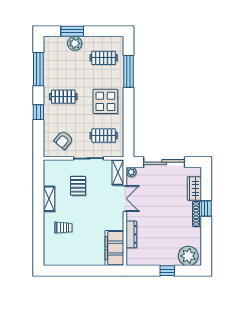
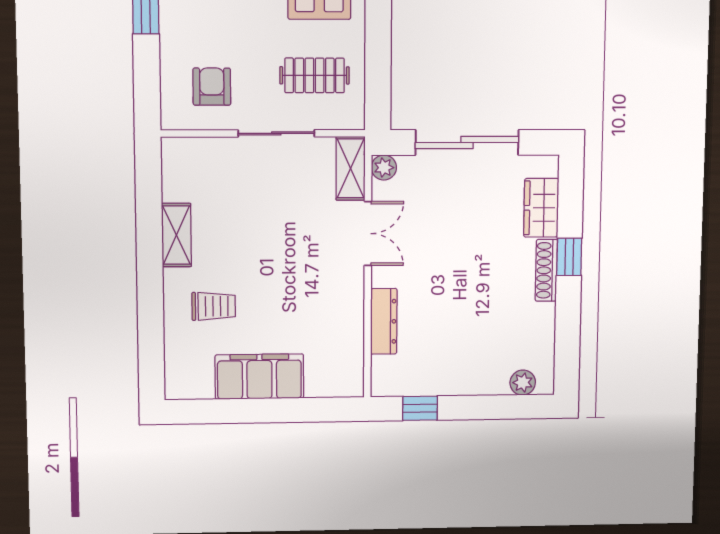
armchair: (64, 140) -> (212, 87), turned 140
pallet: (78, 186) -> (250, 202), removed
filing cabinet: (114, 248) -> (259, 377), moved, turned 90
plant: (188, 256) -> (523, 383), width x0.53, depth x0.53
window: (167, 271) -> (420, 408), moved

